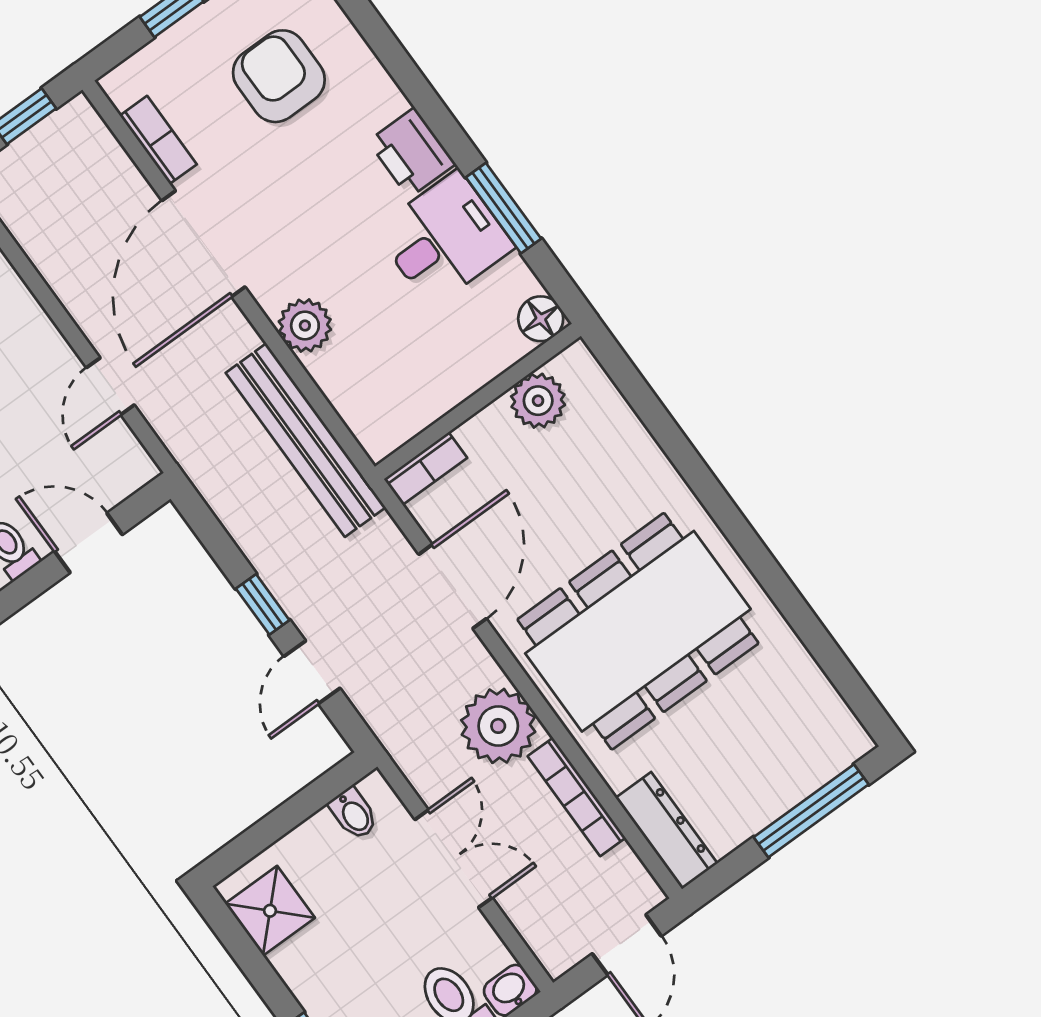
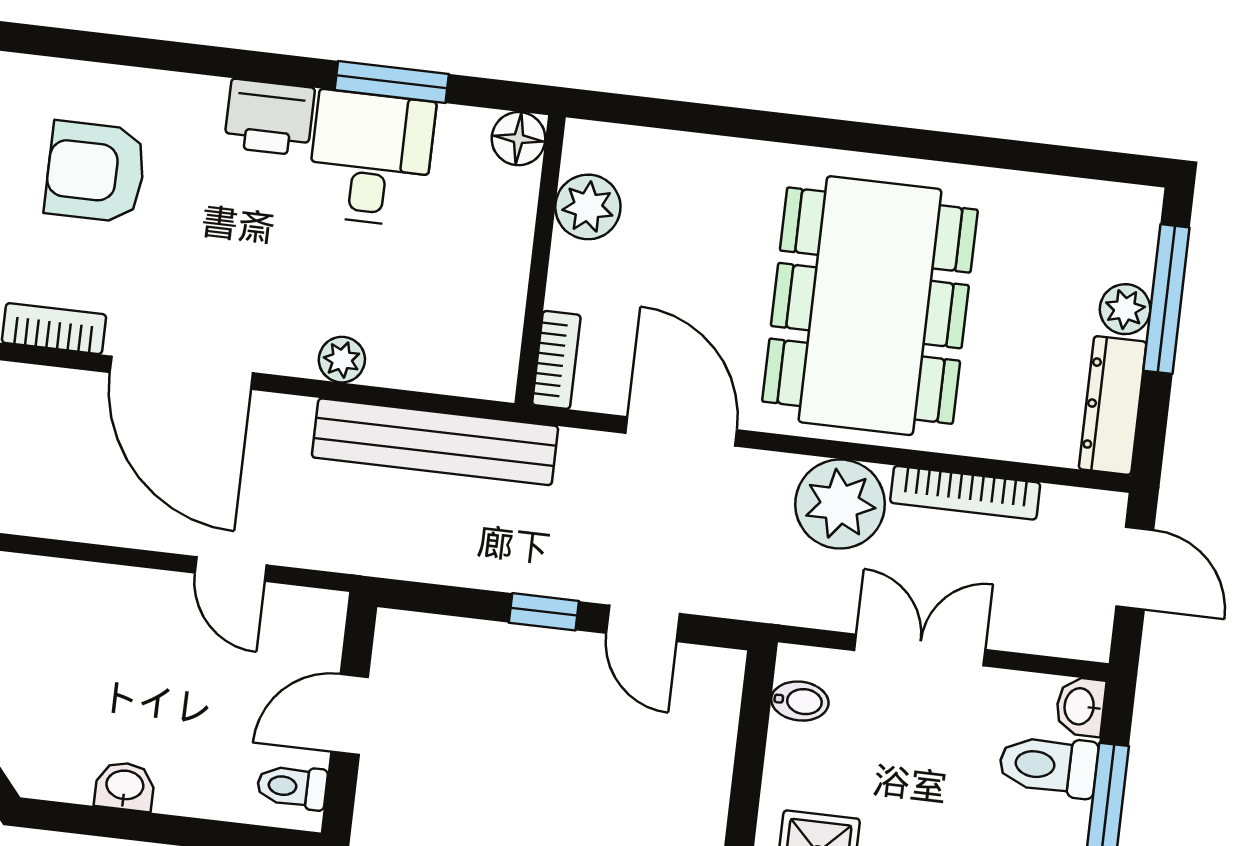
plant: (305, 326) -> (342, 360), width x0.73, depth x0.73
plant: (781, 791) -> (1125, 309), added
dresser: (666, 831) -> (1113, 405), moved, turned -90

